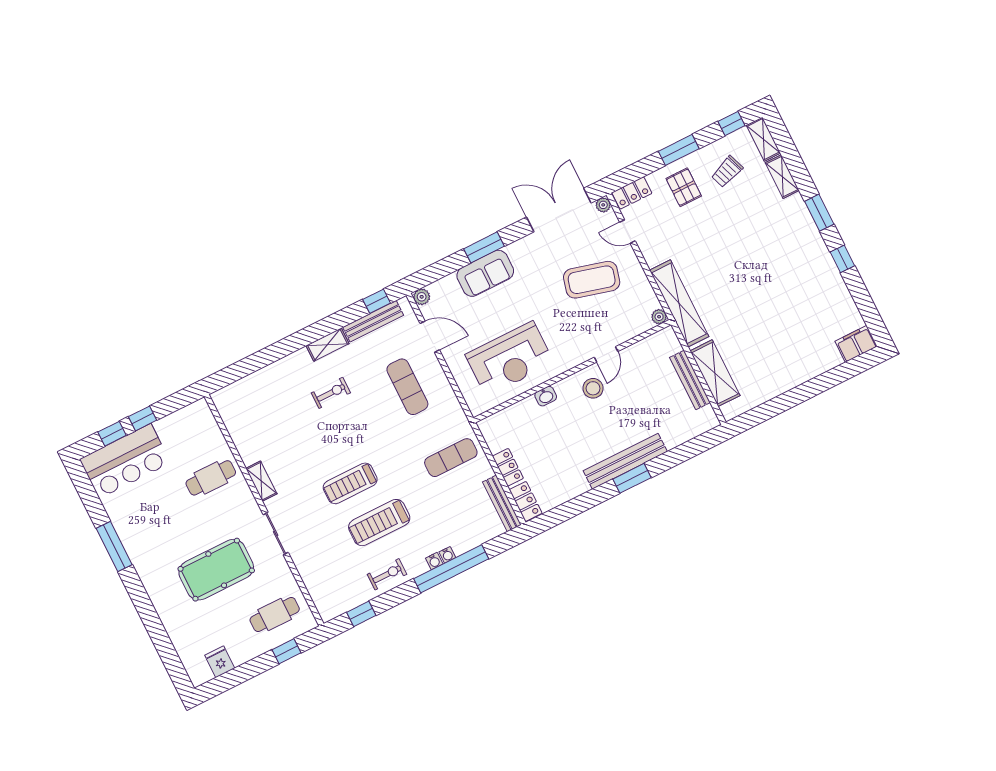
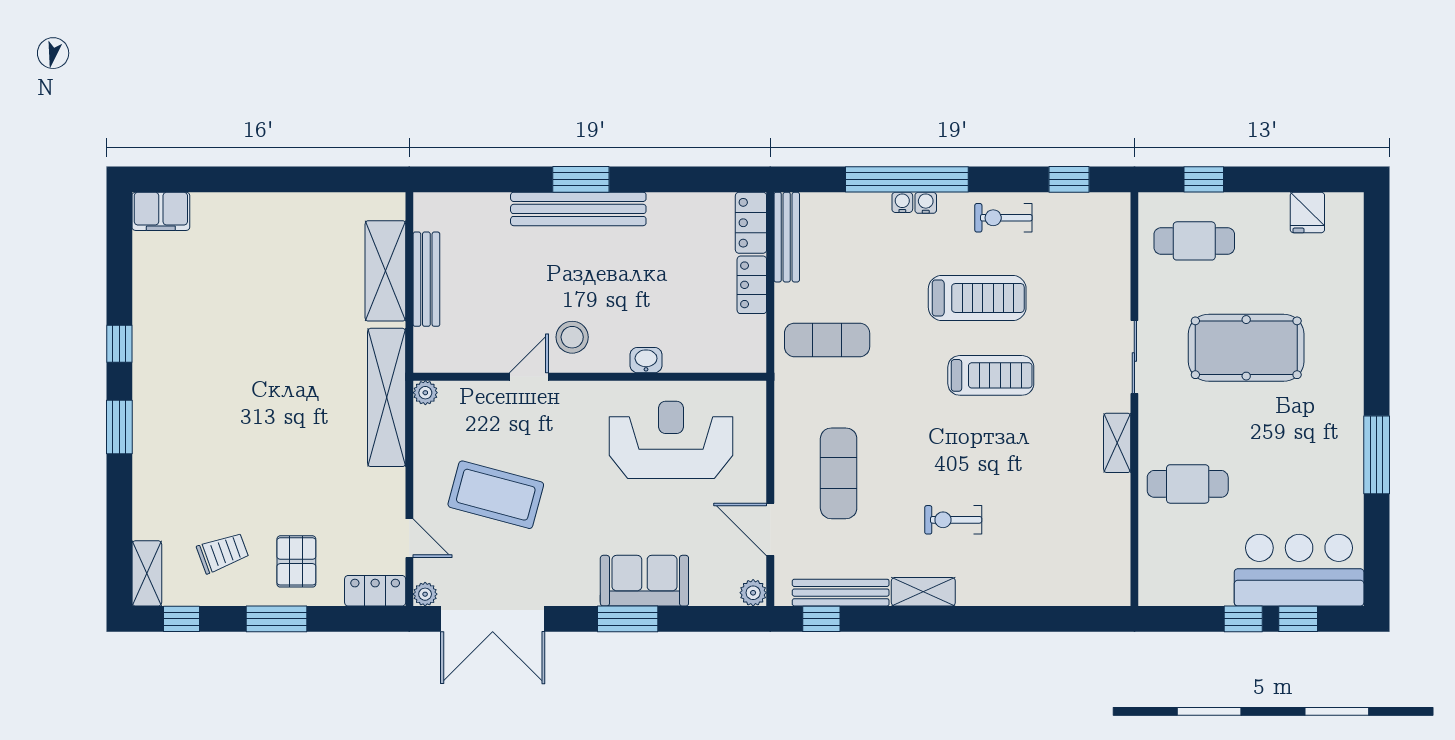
shelving: (782, 177) -> (147, 506), removed

